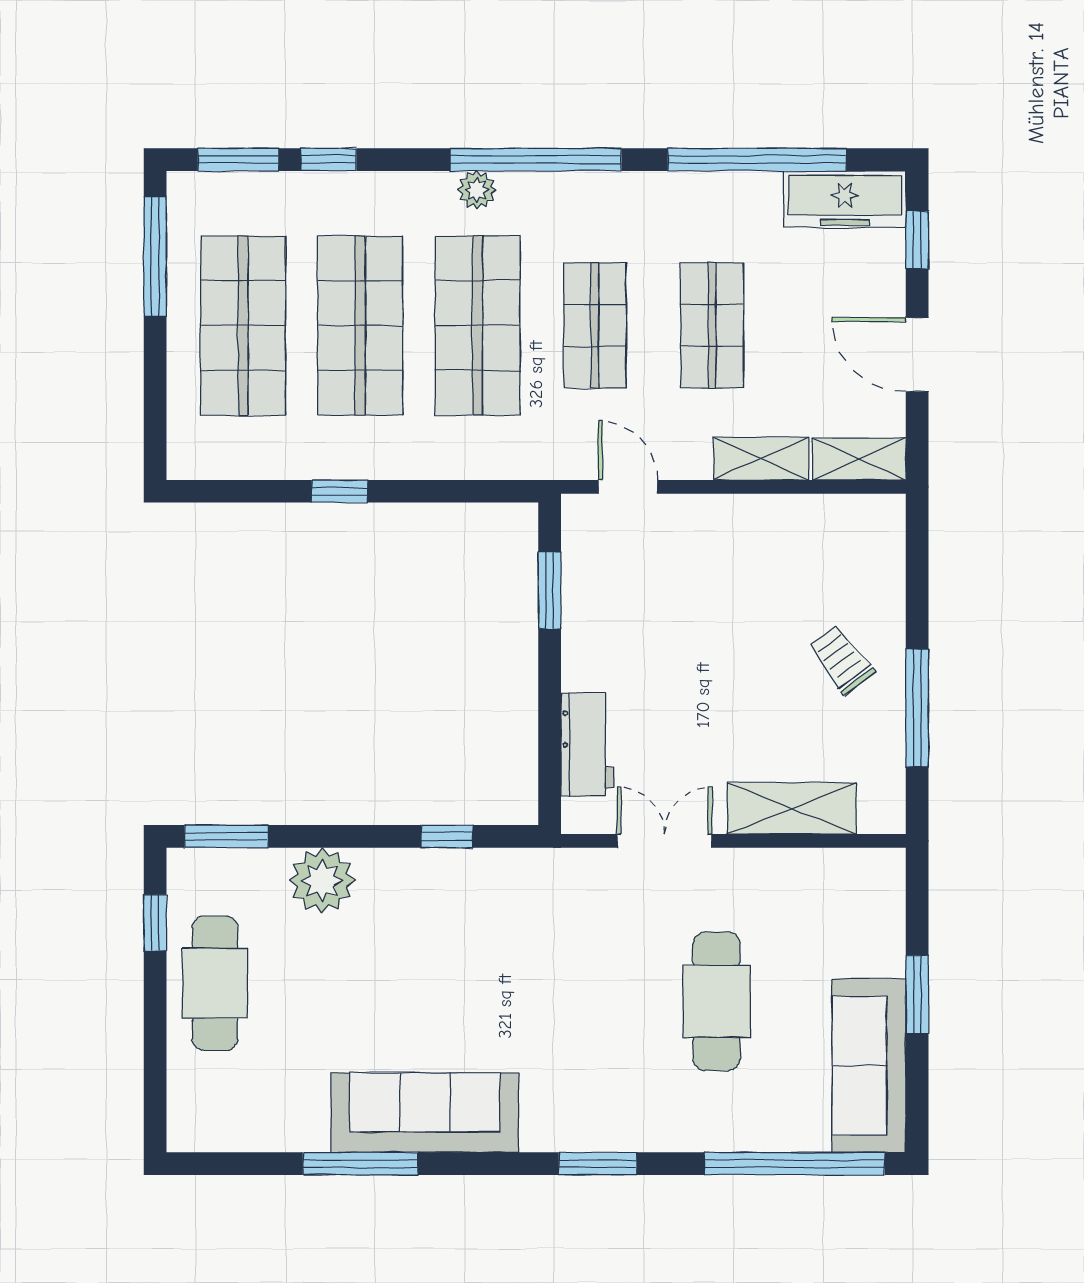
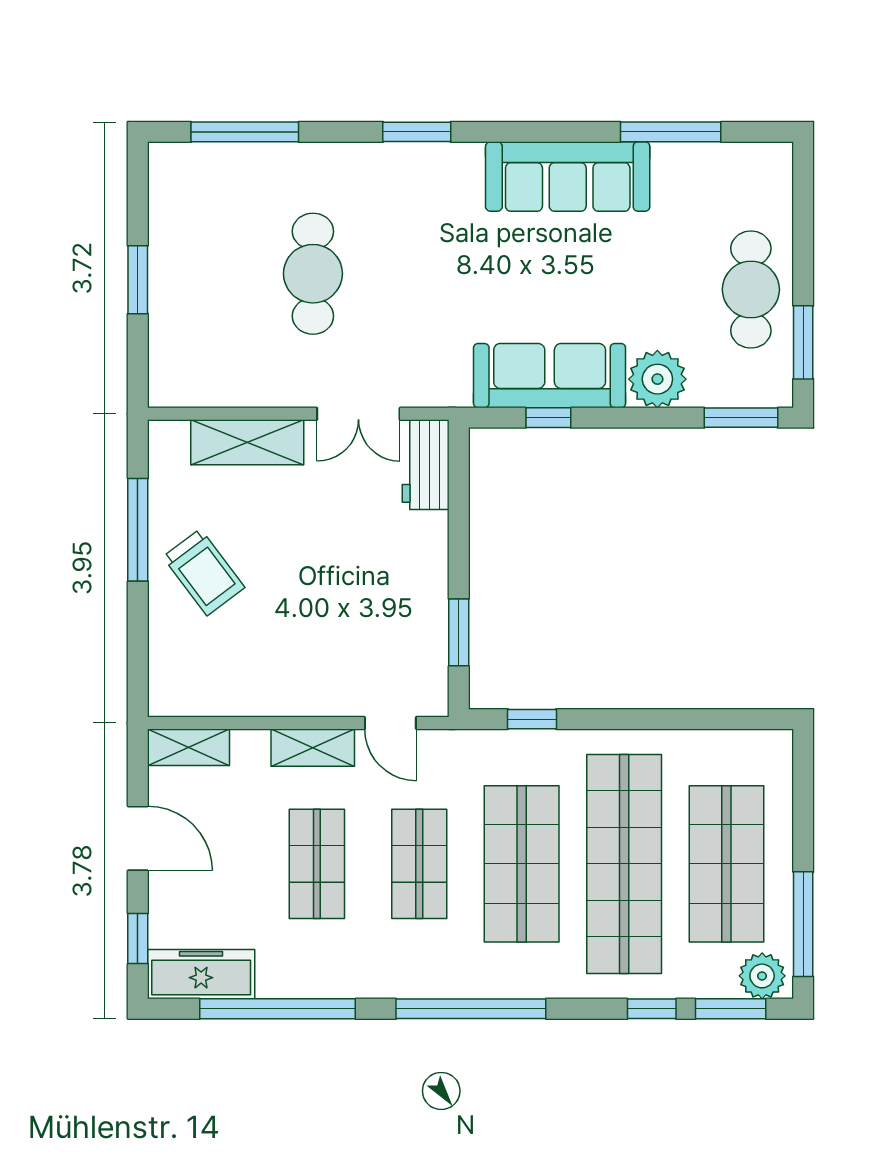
plant: (477, 190) -> (762, 976), moved, width x1.38, depth x1.38
shop shelf: (360, 325) -> (624, 864), width x1.40
shelving: (761, 459) -> (313, 748), moved
window: (340, 491) -> (532, 719), moved
trolley: (842, 659) -> (204, 572), width x1.36, depth x1.39
workbench: (587, 745) -> (426, 465), moved
window: (155, 923) -> (803, 342), width x1.50
sofa: (869, 1066) -> (550, 376), moved, turned -90
window: (360, 1164) -> (671, 132), moved
window: (795, 1164) -> (245, 132), width x0.68

